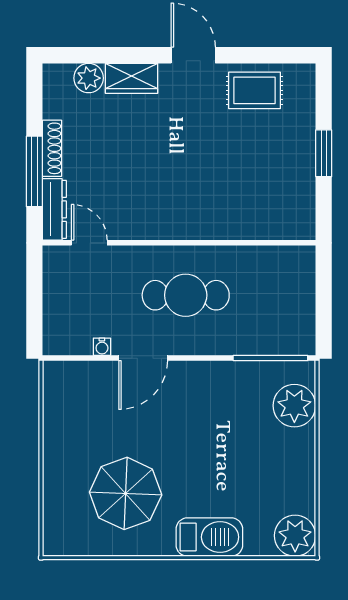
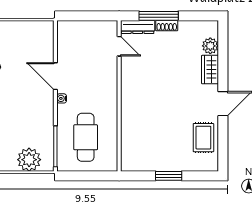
shoe rack: (52, 148) -> (167, 26), width x0.70
door: (89, 243) -> (119, 46), hinge flipped
cafe table: (186, 295) -> (86, 137), moved
water cooler: (102, 347) -> (62, 98), moved

